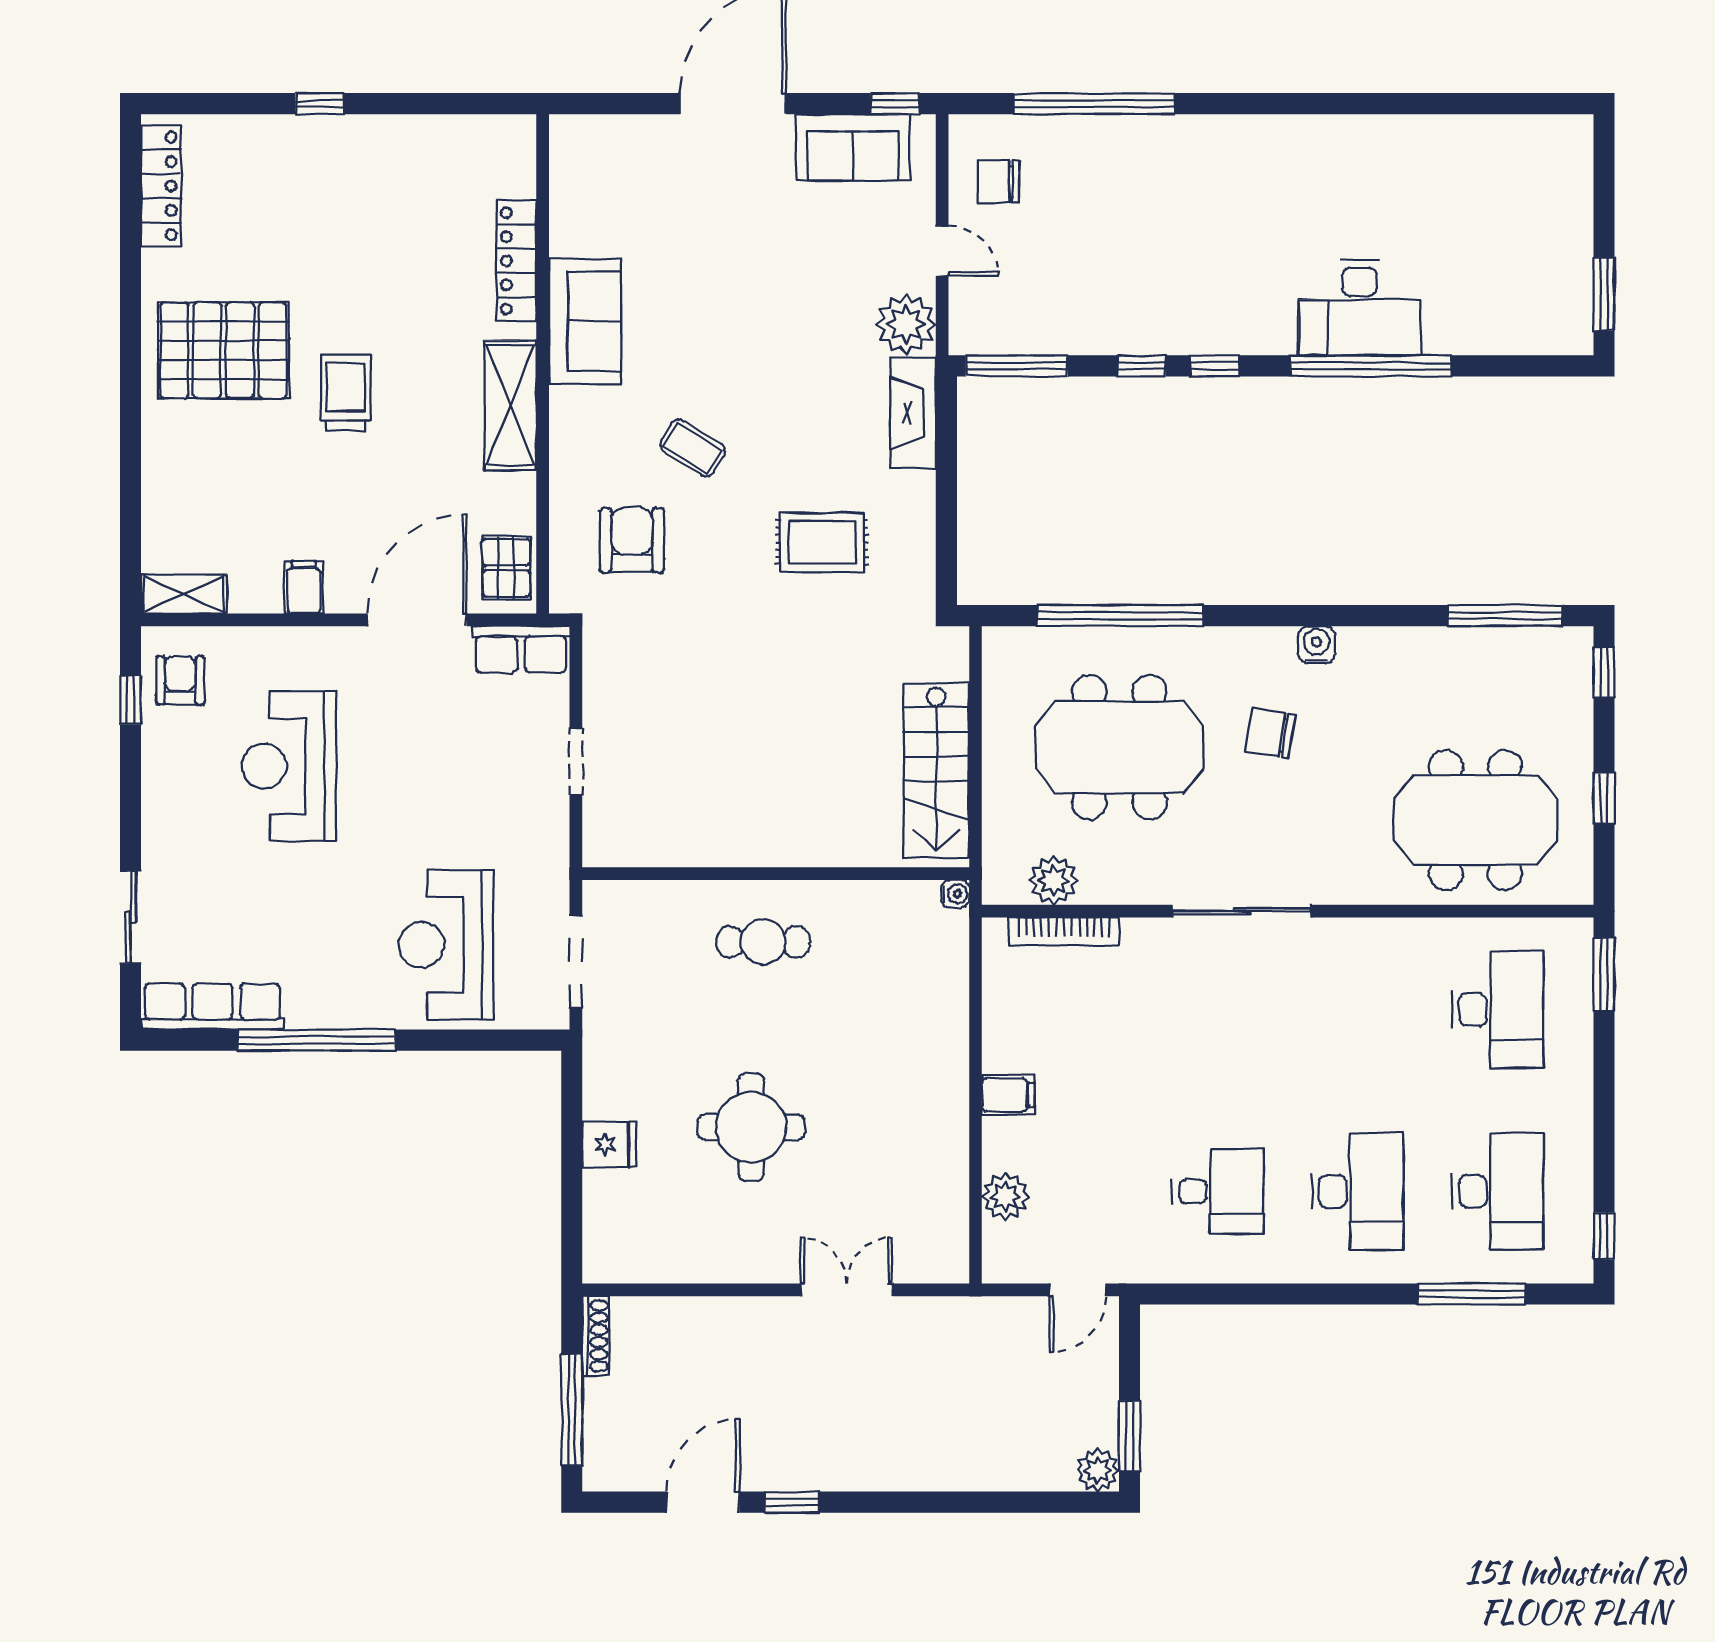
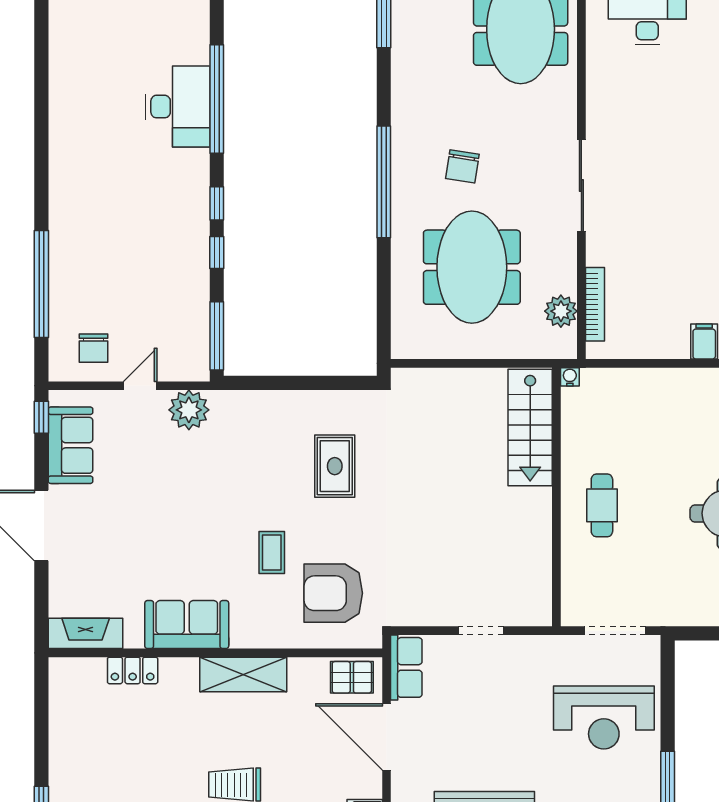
locker: (516, 261) -> (133, 670), width x0.66
fireplace: (913, 413) -> (86, 633), moved, turned 180
coffee table: (693, 448) -> (272, 552), turned -32
armchair: (632, 540) -> (333, 593), width x1.36, depth x1.36
window: (1120, 616) -> (384, 182), moved
water cooler: (1317, 645) -> (403, 135), removed
stairs: (936, 770) -> (530, 427), moved, turned 90

